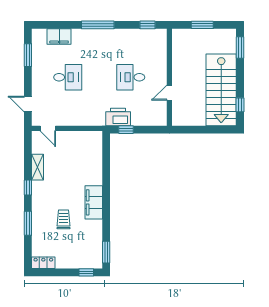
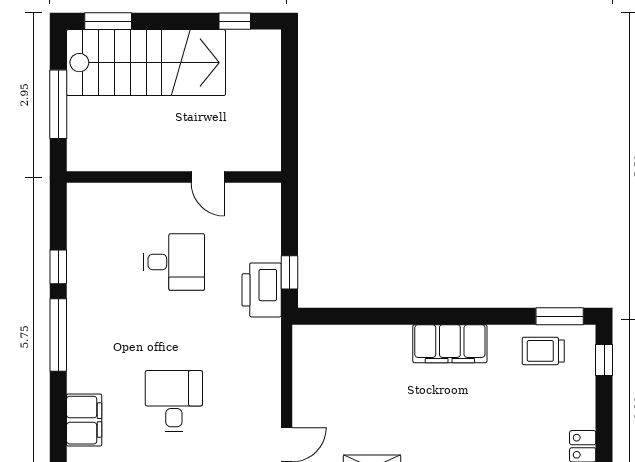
window: (147, 25) -> (58, 267), moved
window: (202, 25) -> (58, 104), width x1.44
desk: (131, 77) -> (174, 262), turned -90
stairs: (221, 90) -> (146, 63), moved
trolley: (64, 219) -> (543, 351), moved

